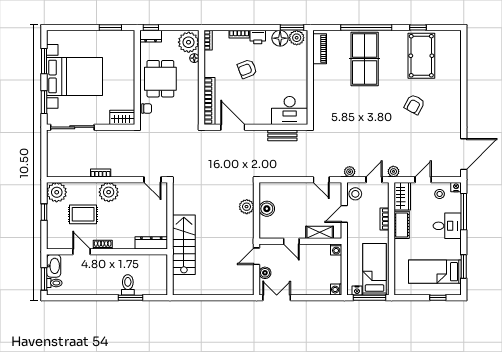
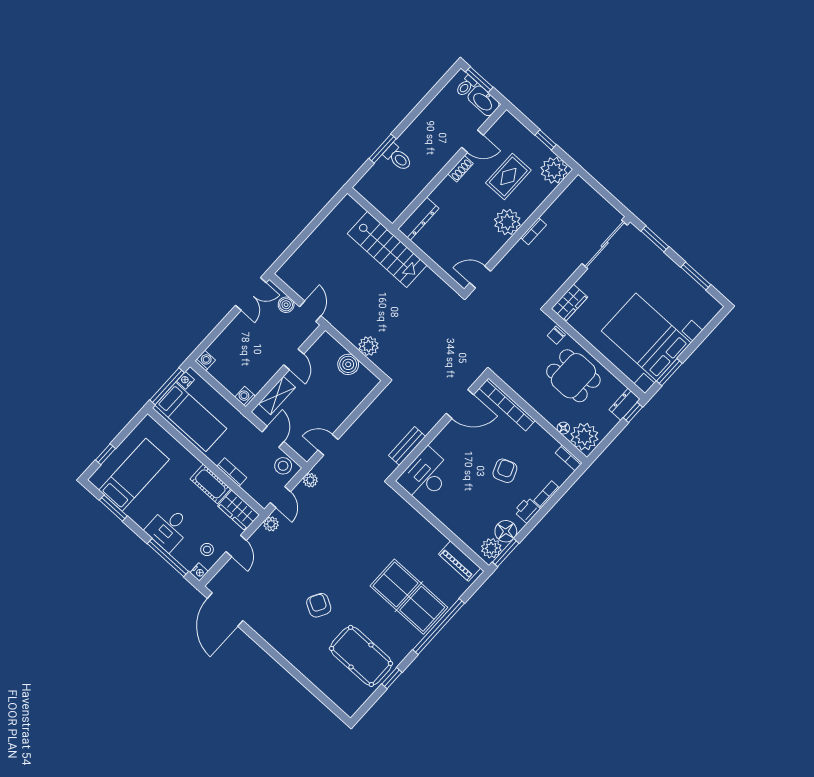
bed with nightstands: (75, 76) -> (646, 337), moved, turned 90
door: (291, 241) -> (294, 359), swing flipped

